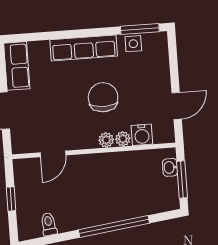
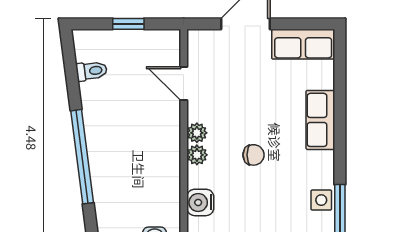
row of seats: (84, 48) -> (320, 120), width x0.68
chair: (103, 97) -> (254, 155), width x0.54, depth x0.54
plant: (123, 139) -> (197, 133), moved

